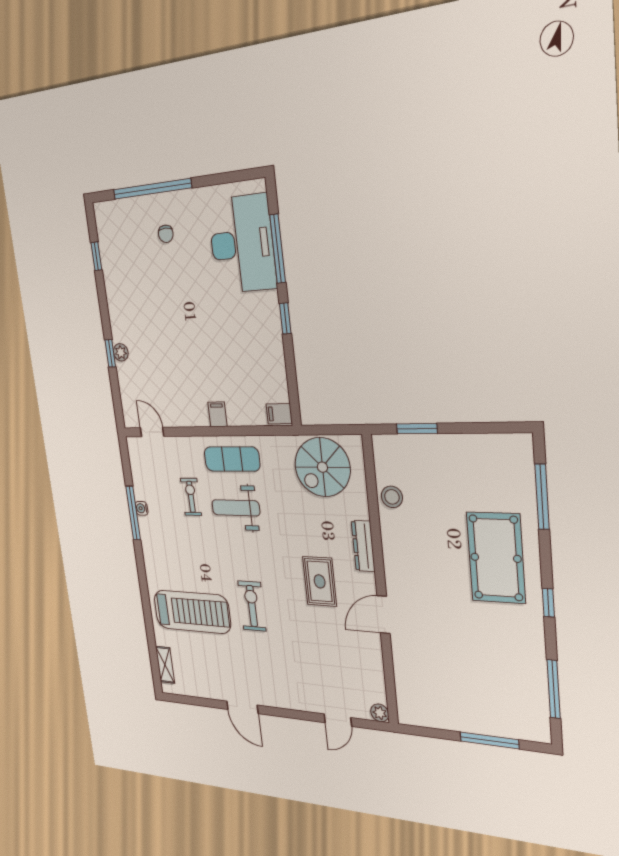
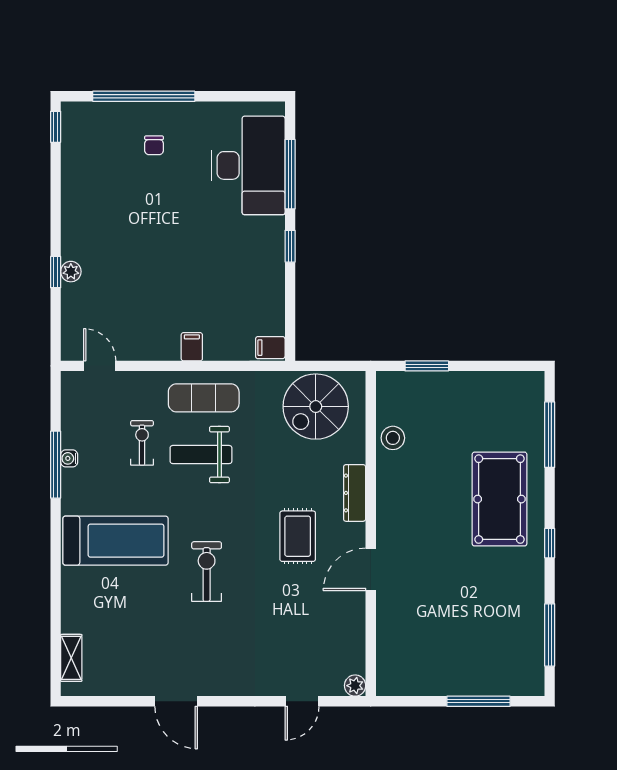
window: (96, 256) -> (56, 127), moved
treadmill: (192, 612) -> (115, 541), moved

